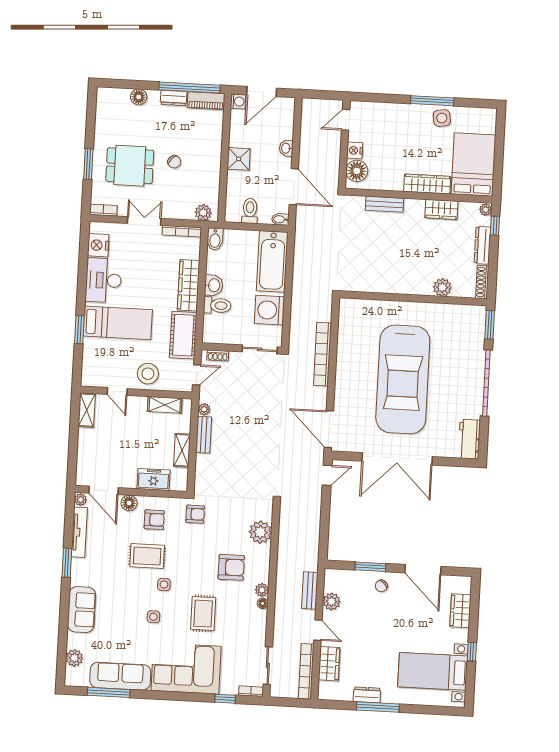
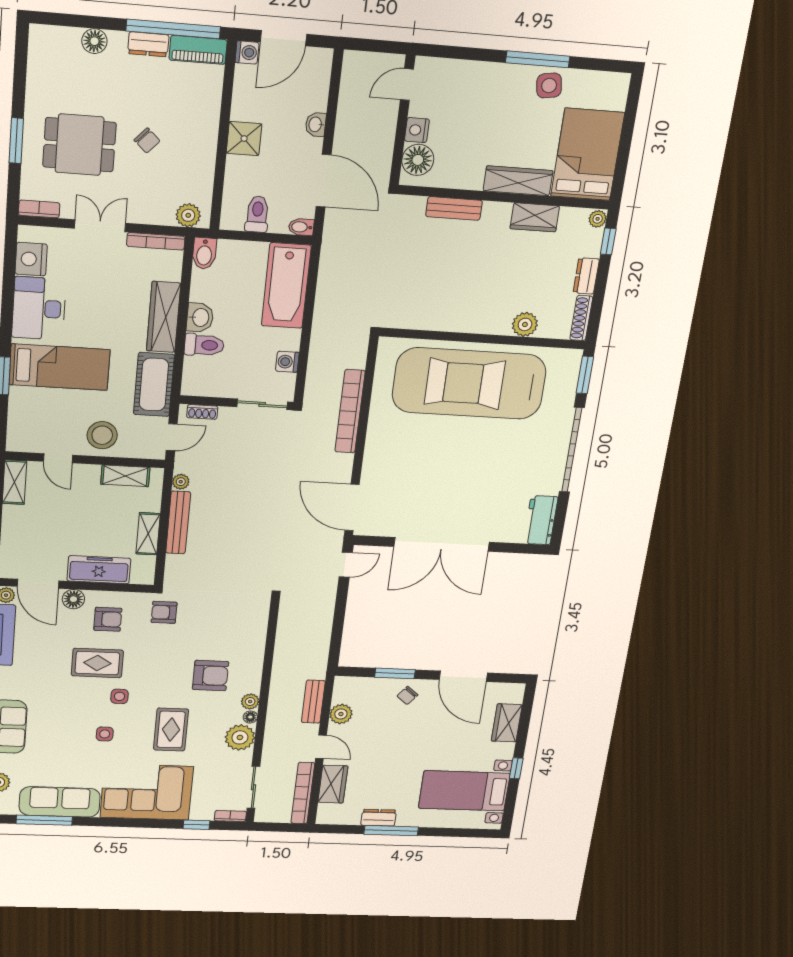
dresser: (483, 245) -> (586, 276), width x0.70
washing machine: (269, 310) -> (287, 362), width x0.53, depth x0.53
car: (403, 379) -> (469, 383), moved, turned 90
bench: (204, 435) -> (178, 523), width x1.36
freezer: (153, 479) -> (99, 570), width x1.40
armchair: (195, 514) -> (164, 612), turned 180
plant: (260, 532) -> (240, 737), moved

